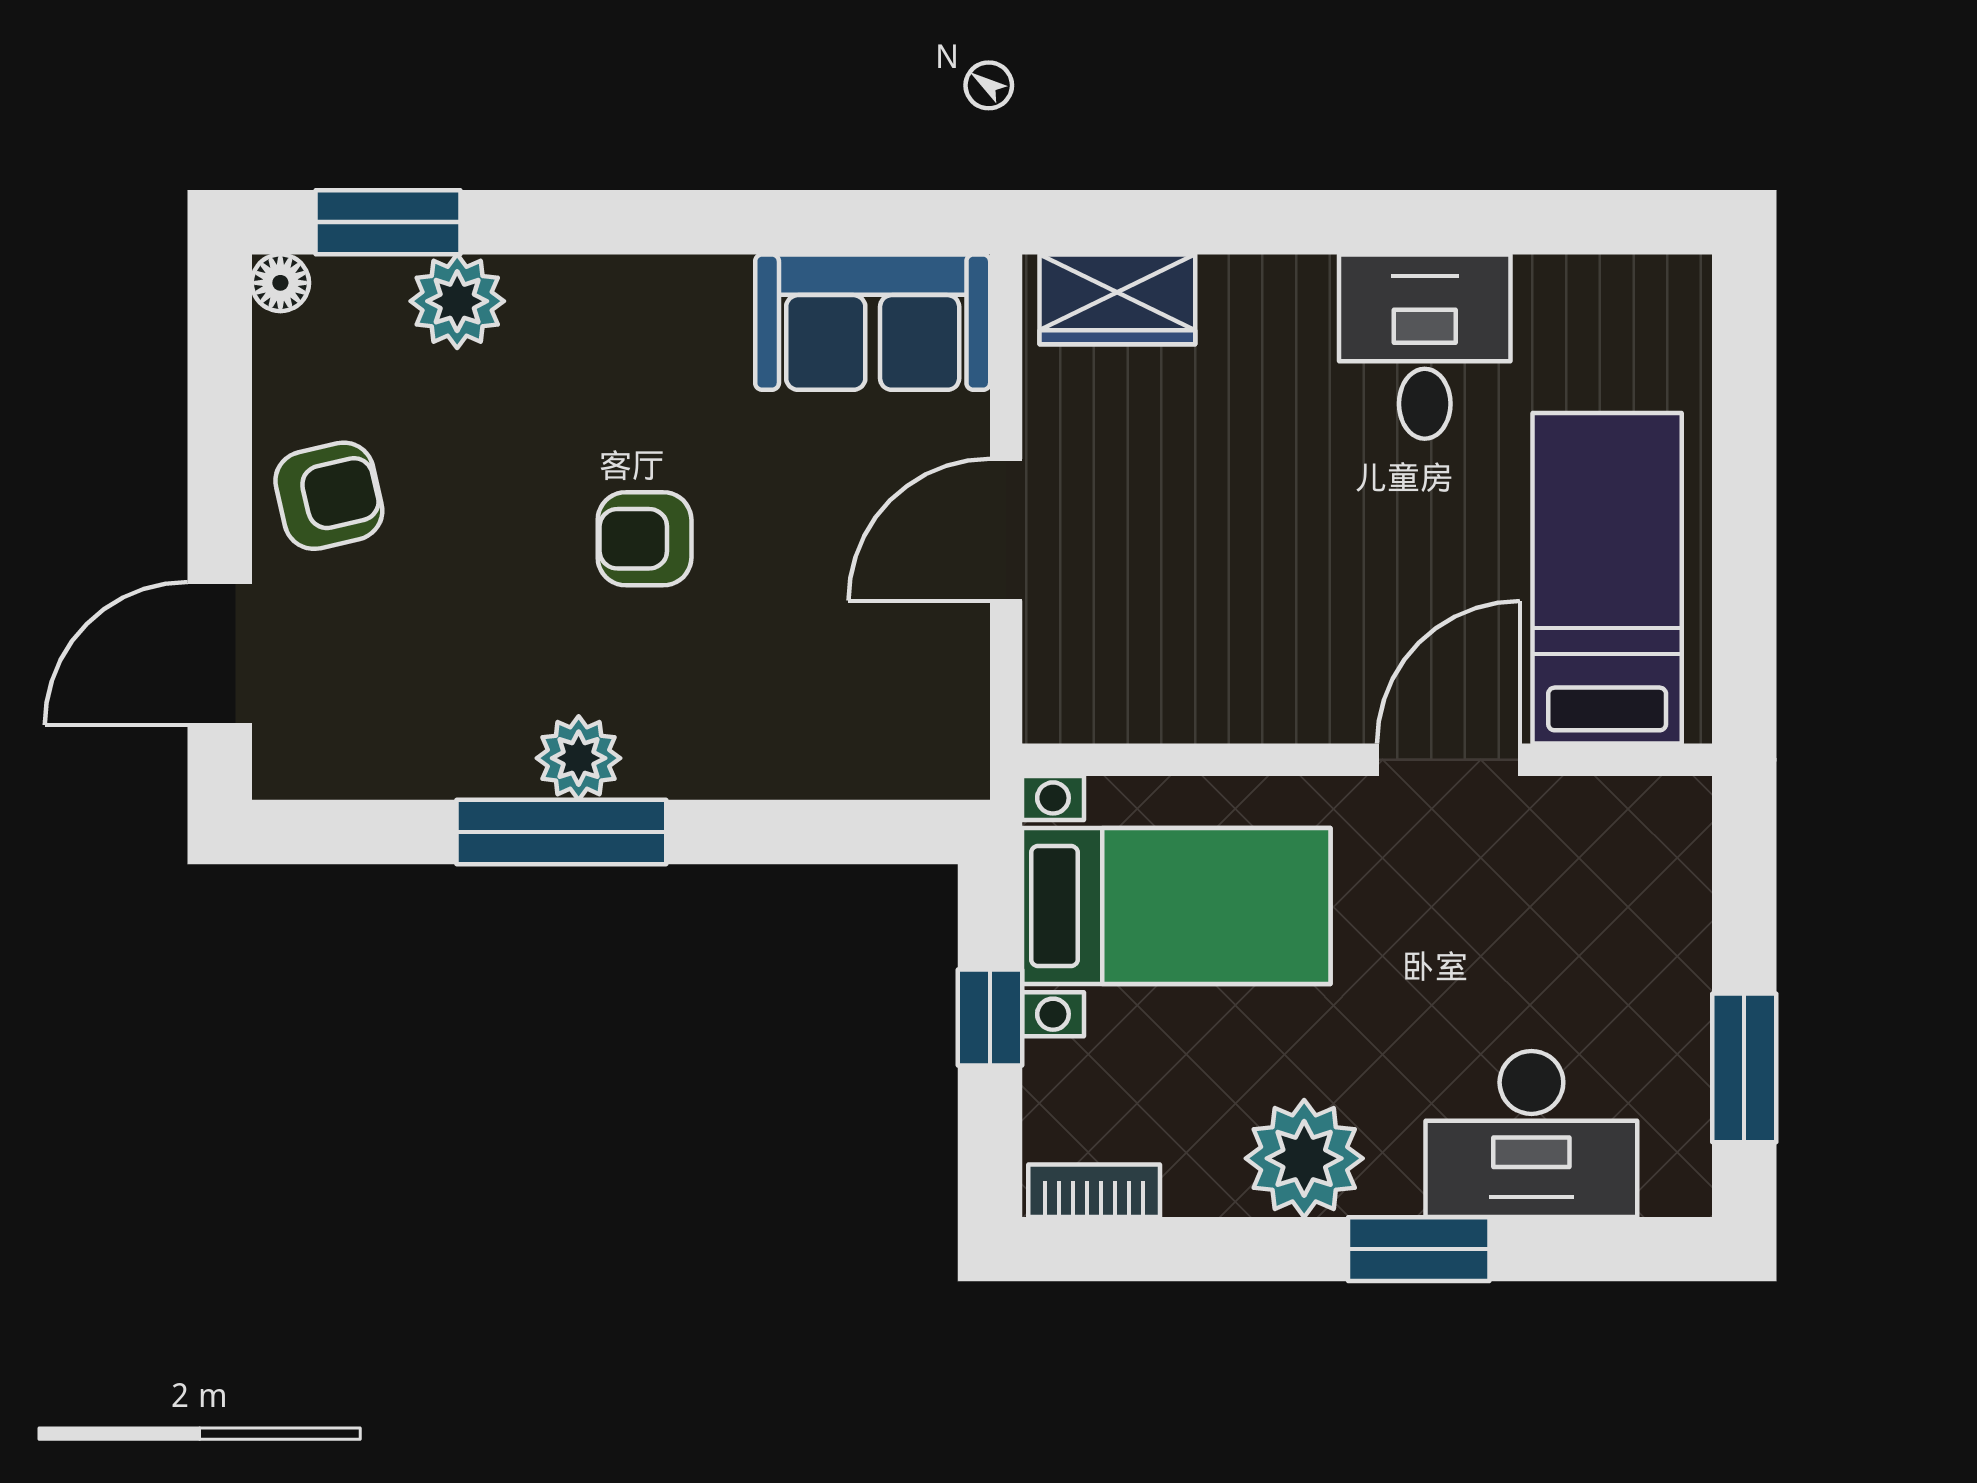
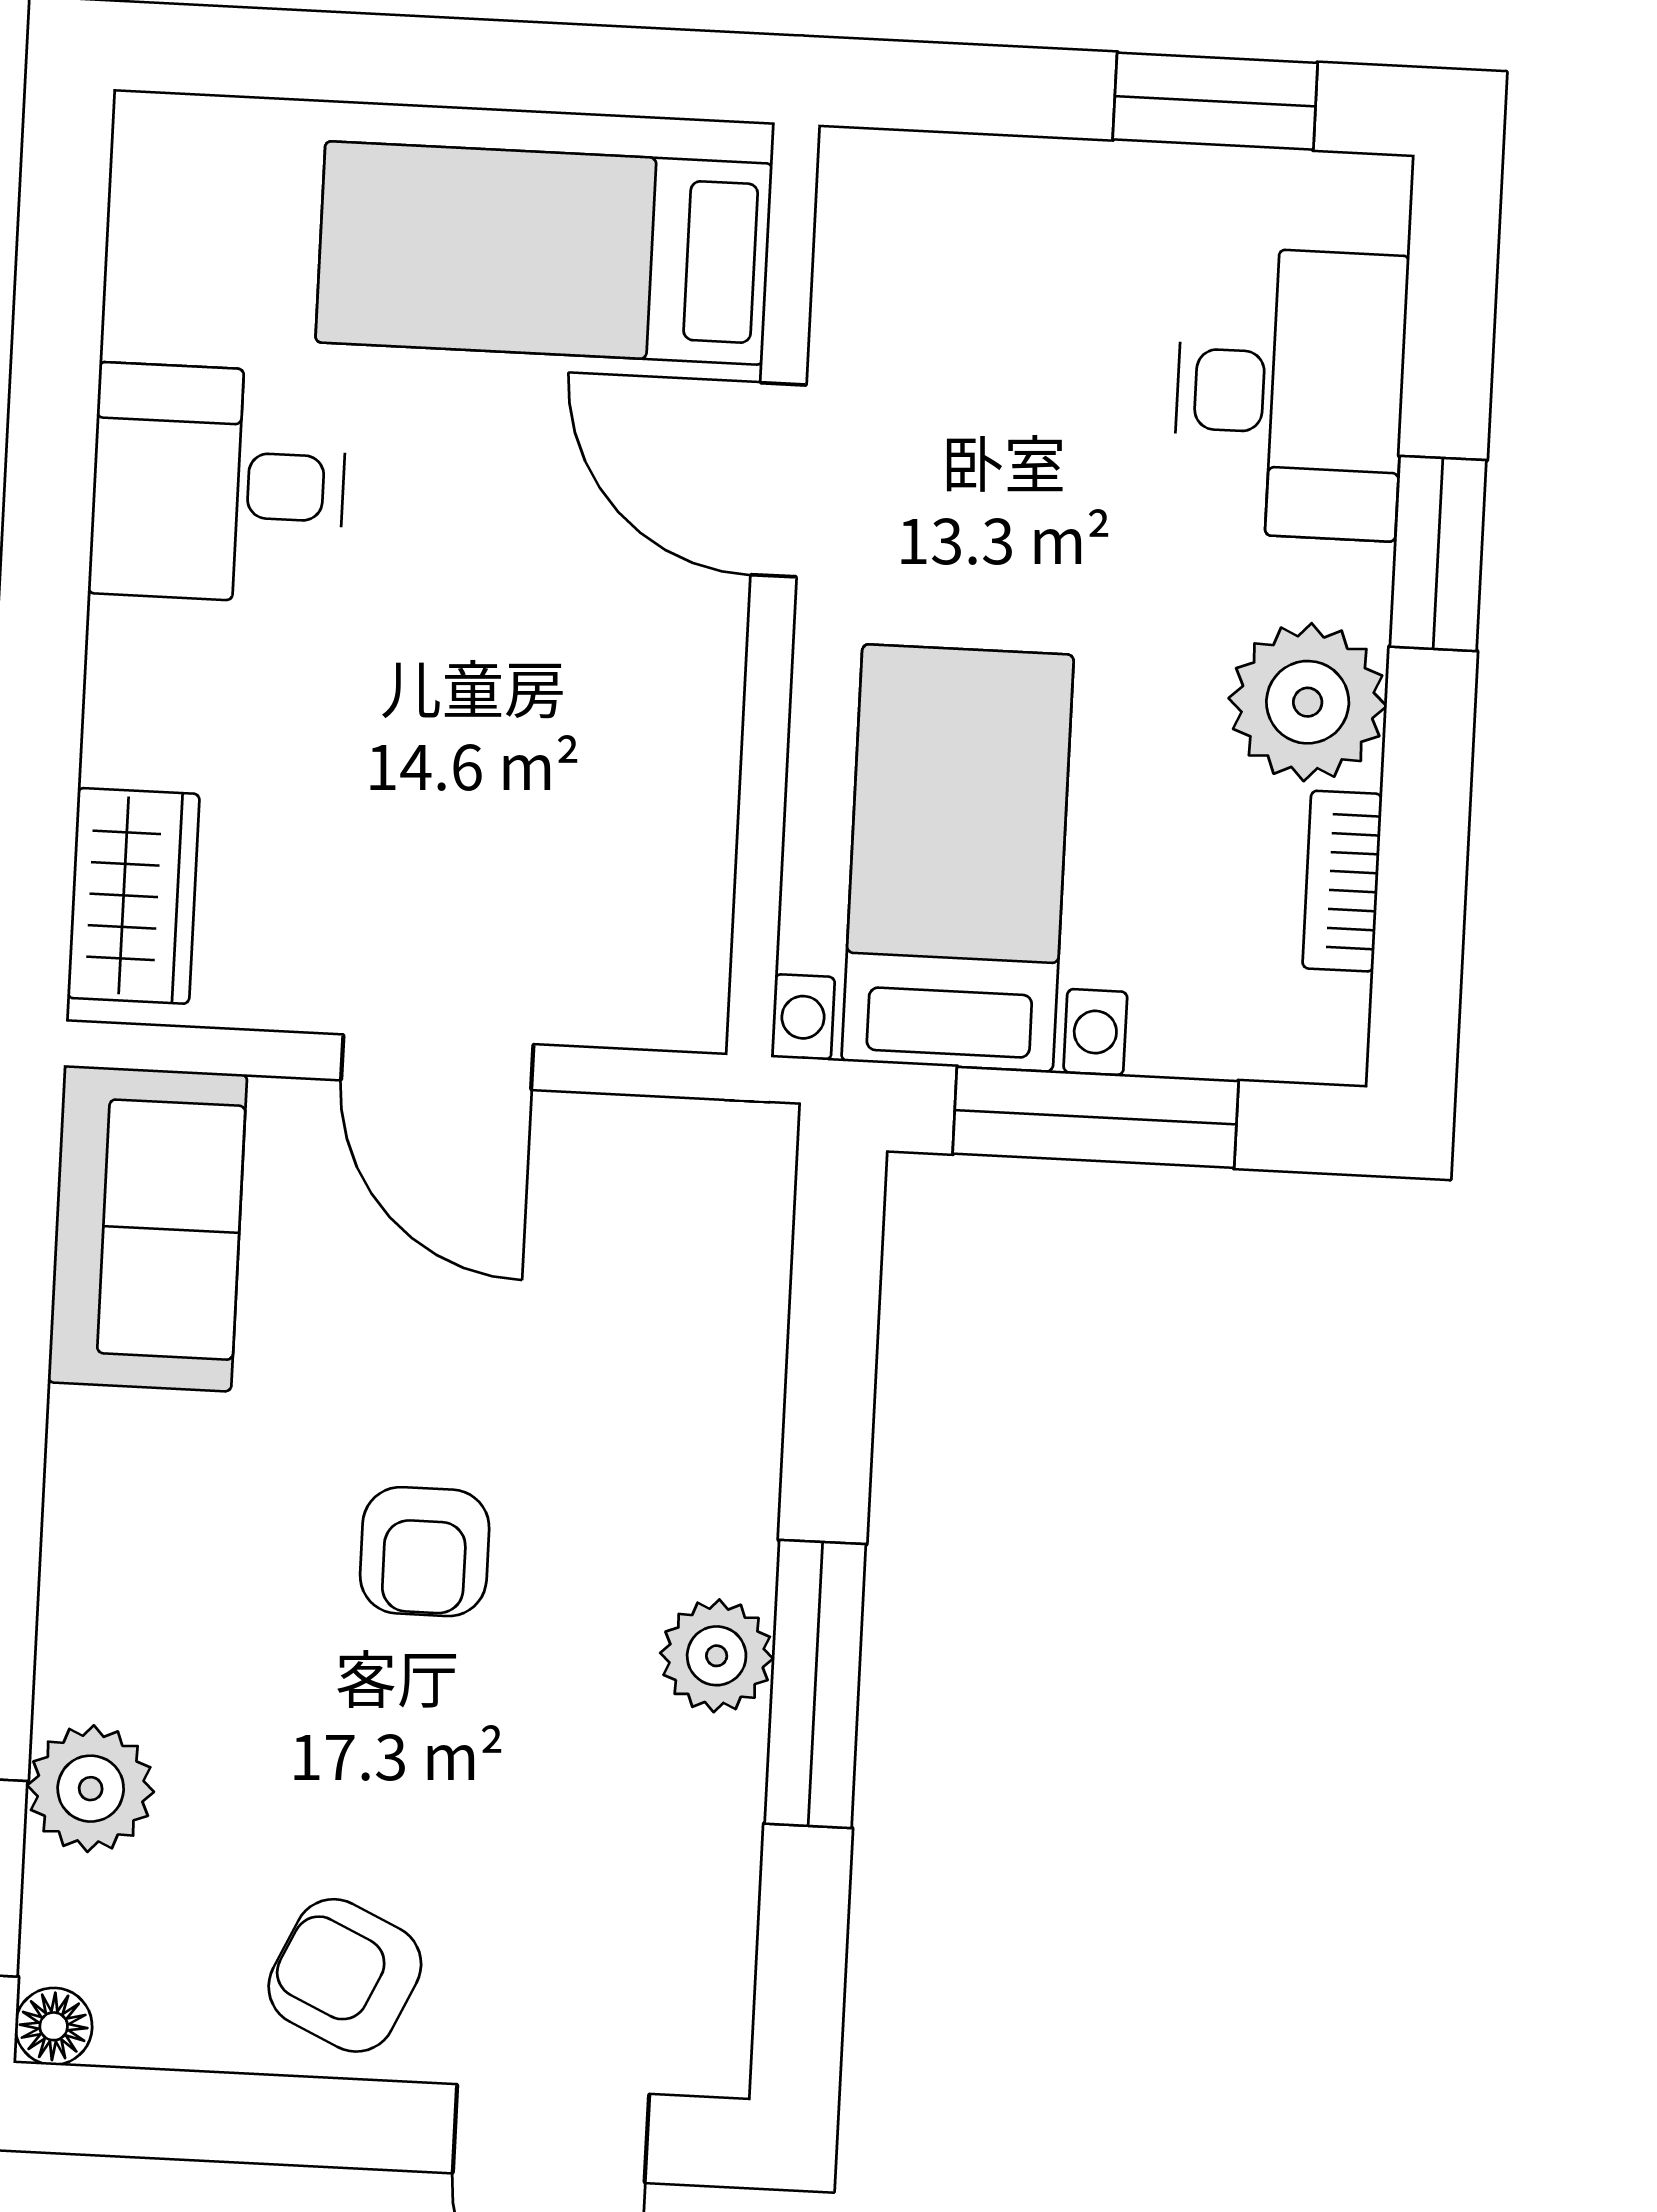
armchair: (329, 496) -> (345, 1975), turned -52
window: (990, 1018) -> (1096, 1117), width x2.17
bookcase: (1094, 1191) -> (1342, 881), moved

